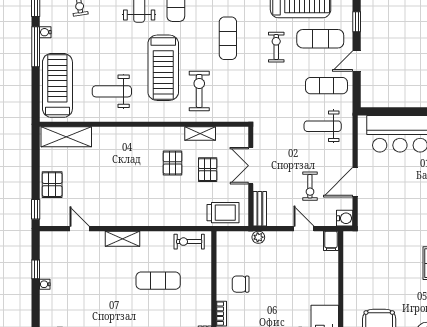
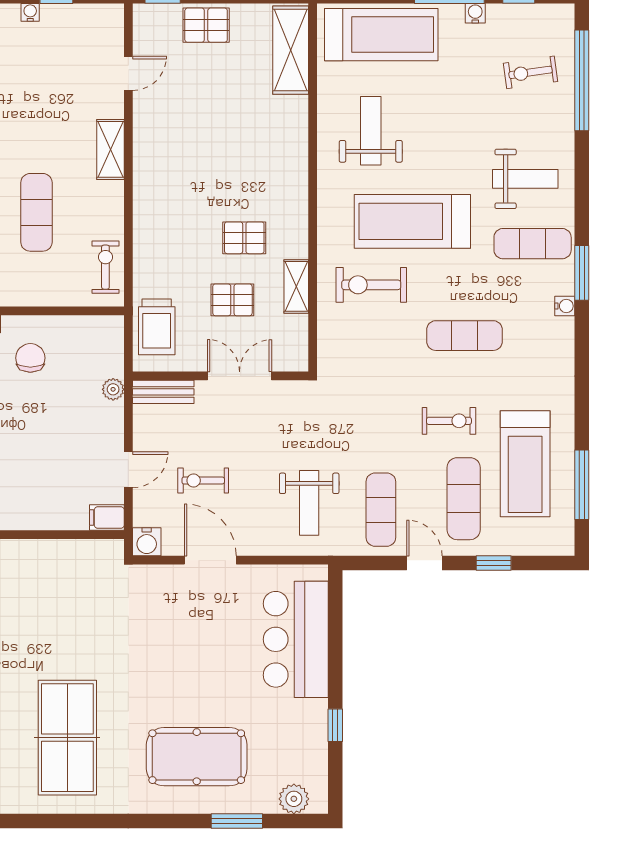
exercise bike: (199, 91) -> (371, 285), turned 180
weight bench: (323, 126) -> (309, 503), turned 180

